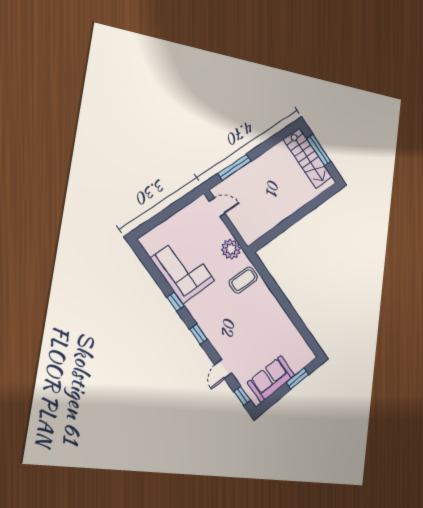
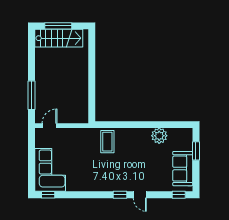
plant: (231, 249) -> (159, 136), moved
corner sofa: (183, 270) -> (50, 170), moved, turned 90
window: (175, 302) -> (48, 195), moved
door: (223, 369) -> (140, 195), moved

